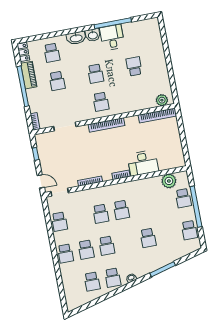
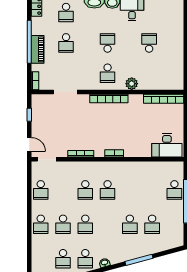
school desk: (96, 74) -> (108, 43), turned 180
piano: (29, 75) -> (38, 49), moved
plant: (162, 100) -> (132, 84), moved
desk: (143, 163) -> (167, 145), moved
plant: (169, 181) -> (163, 169), removed
school desk: (189, 230) -> (152, 224), moved

